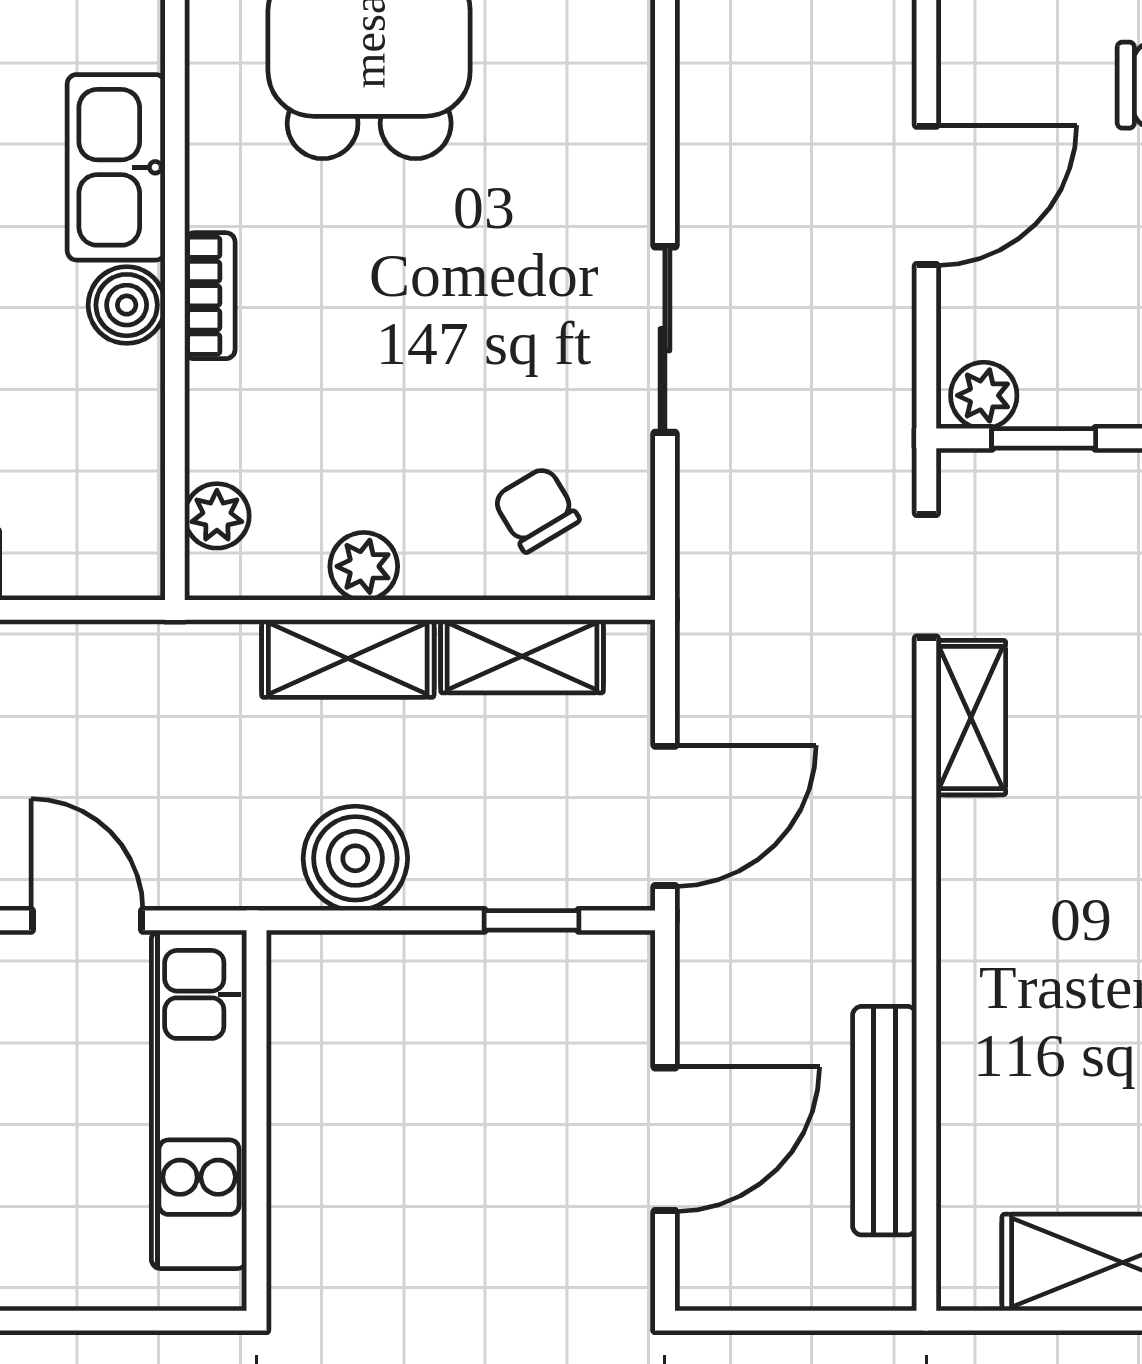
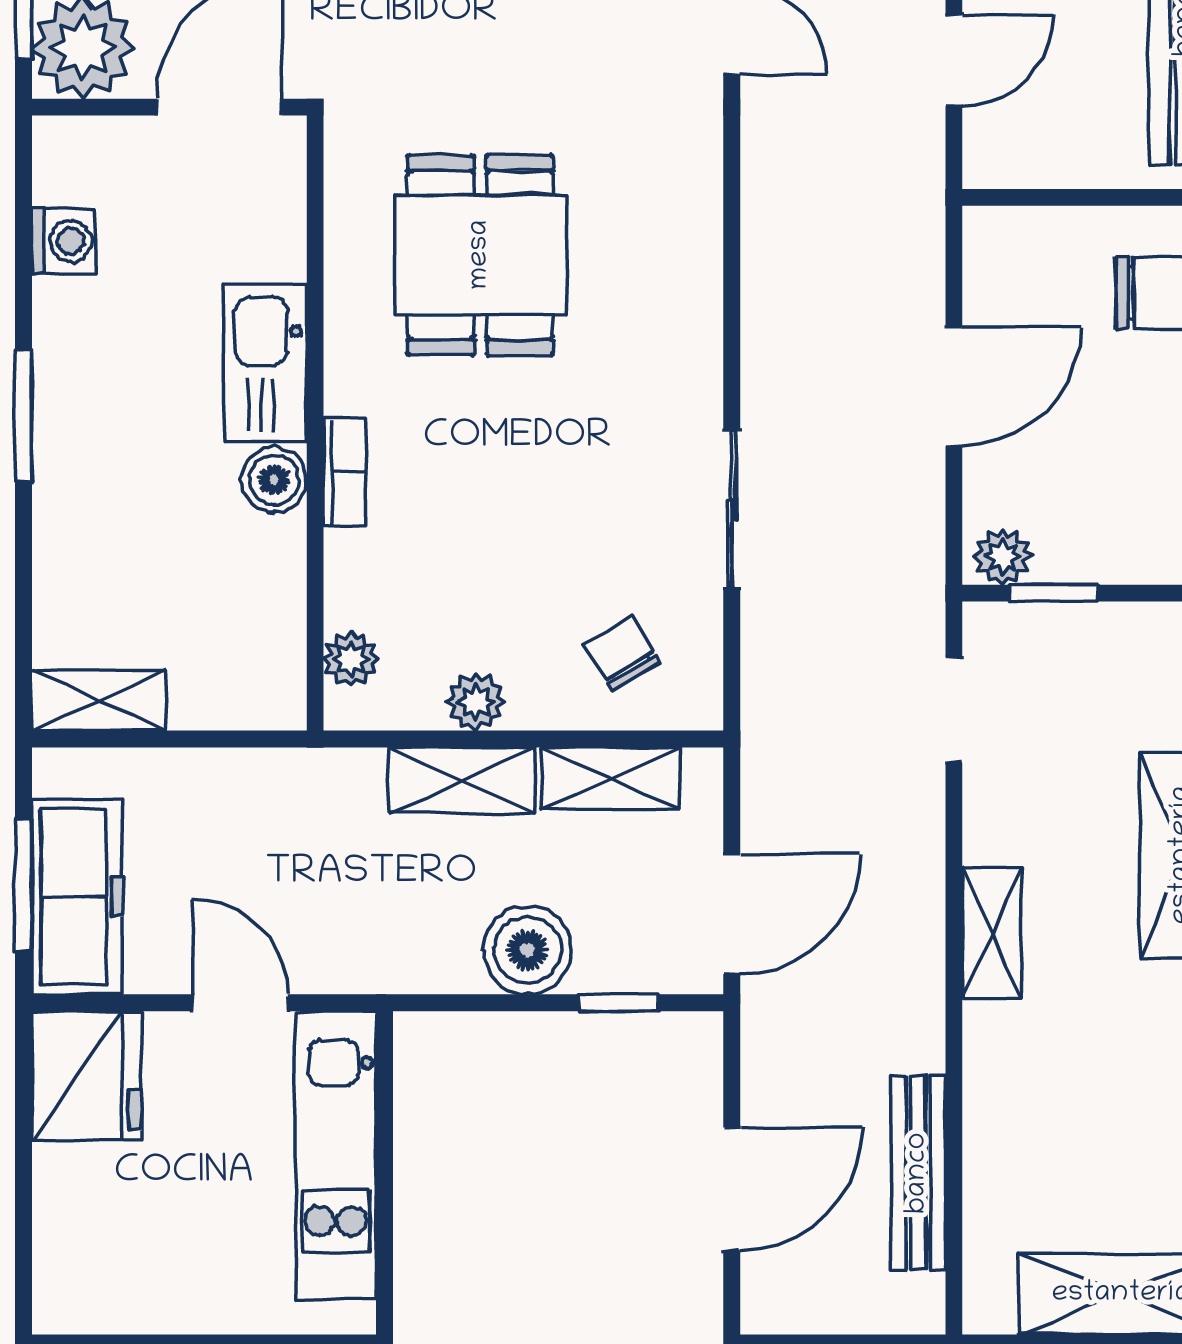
shelving: (971, 718) -> (992, 933), moved
boiler: (355, 858) -> (528, 950), moved

